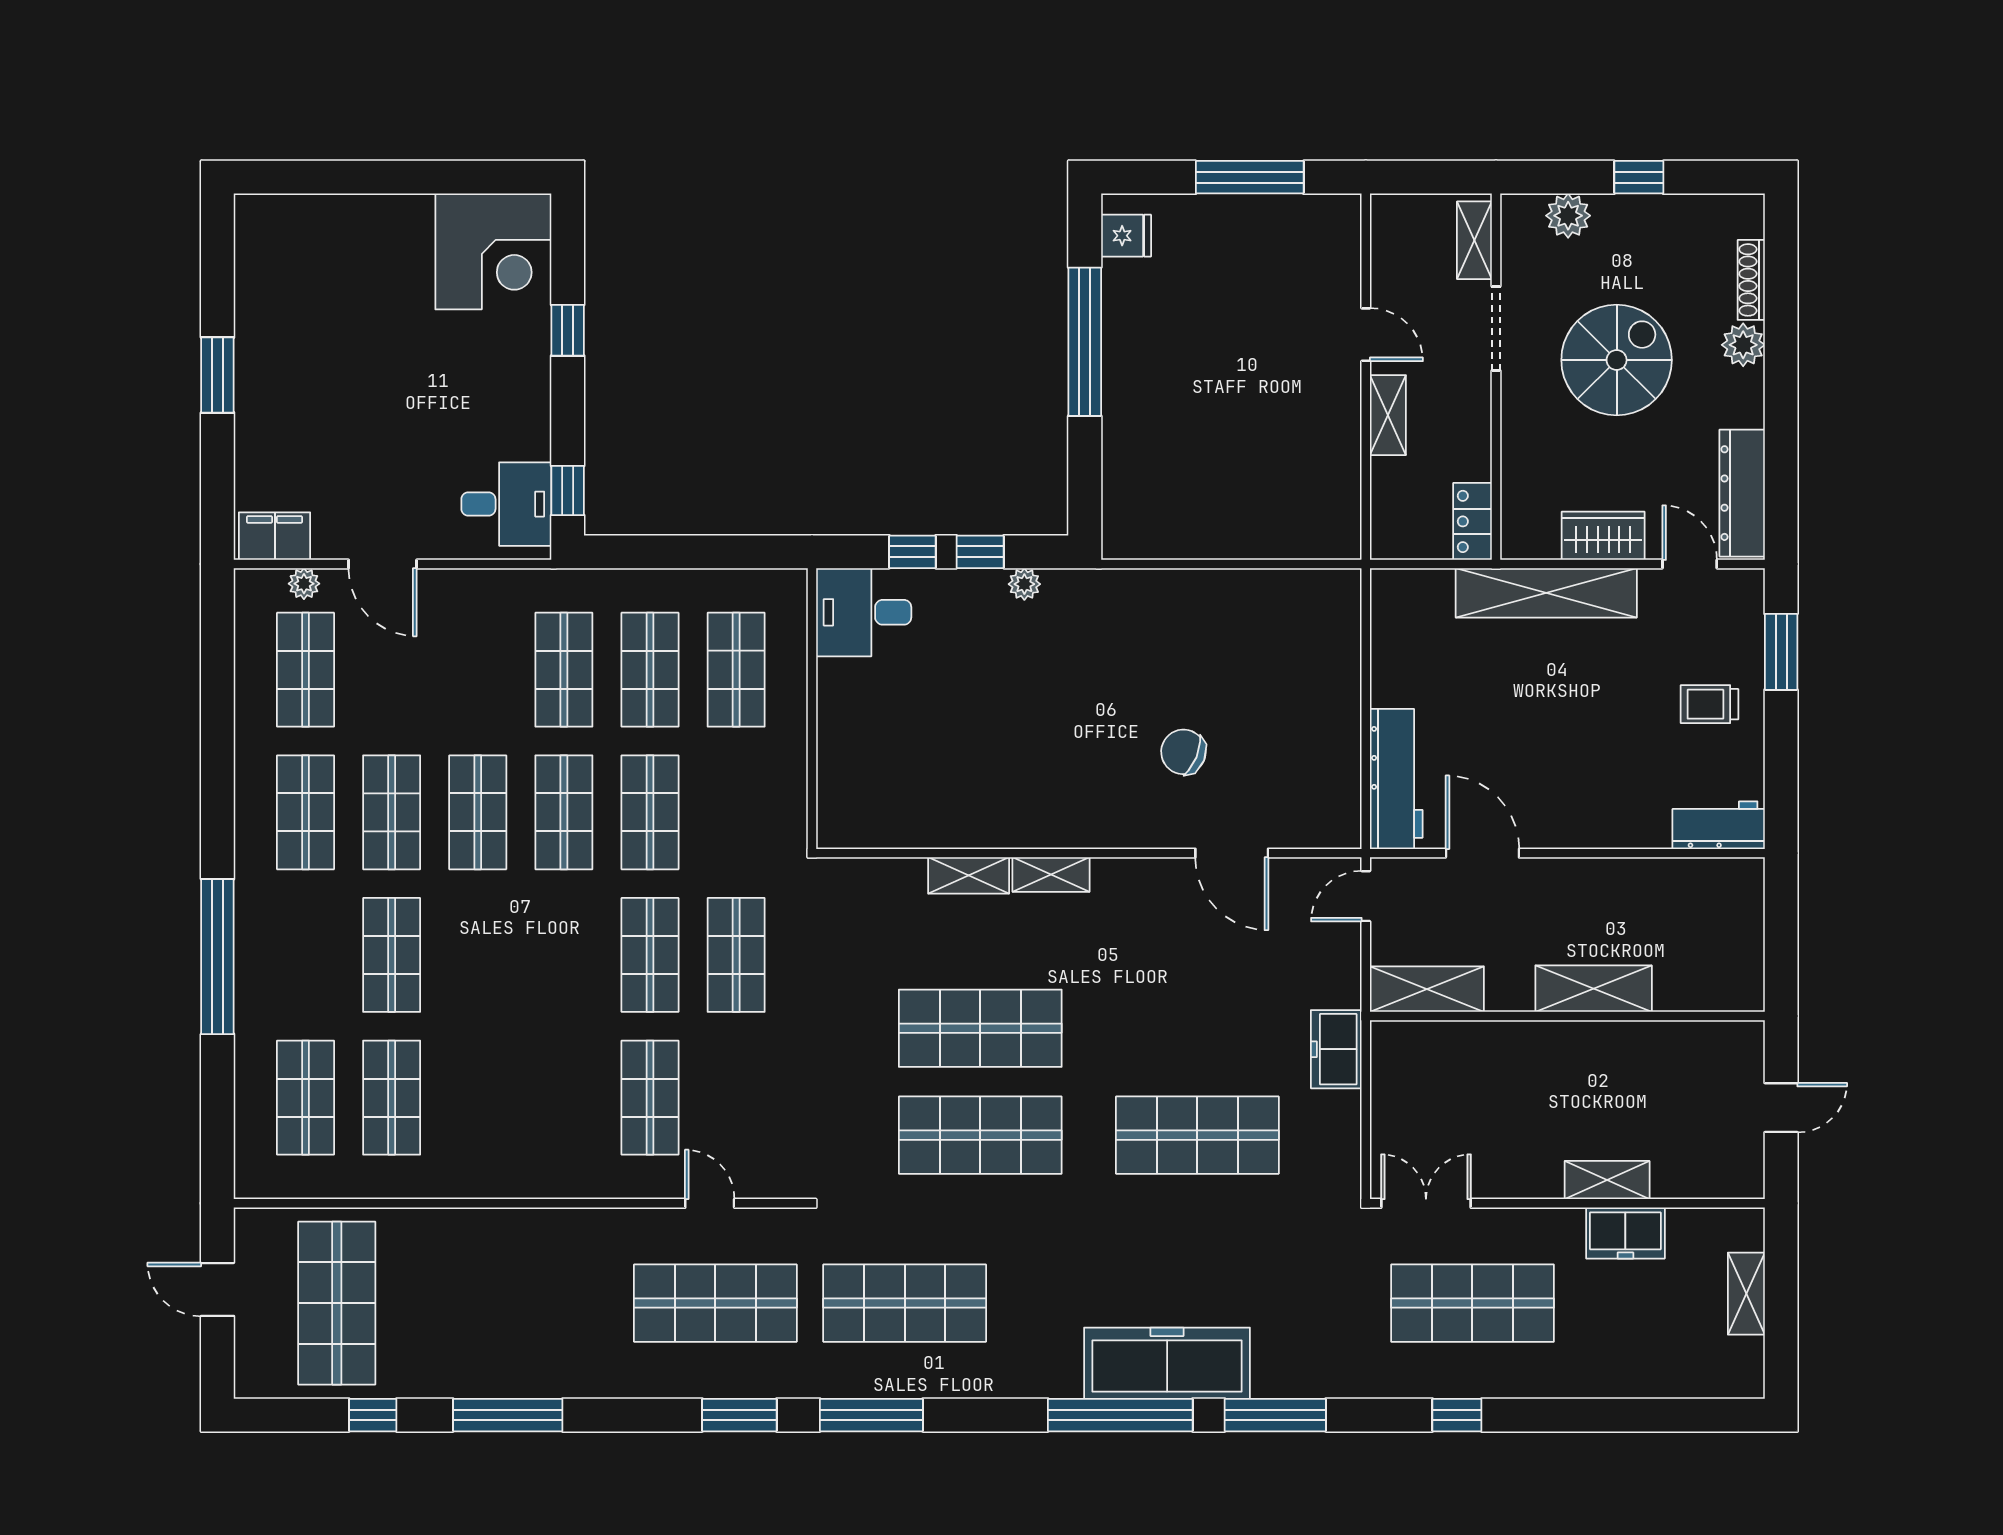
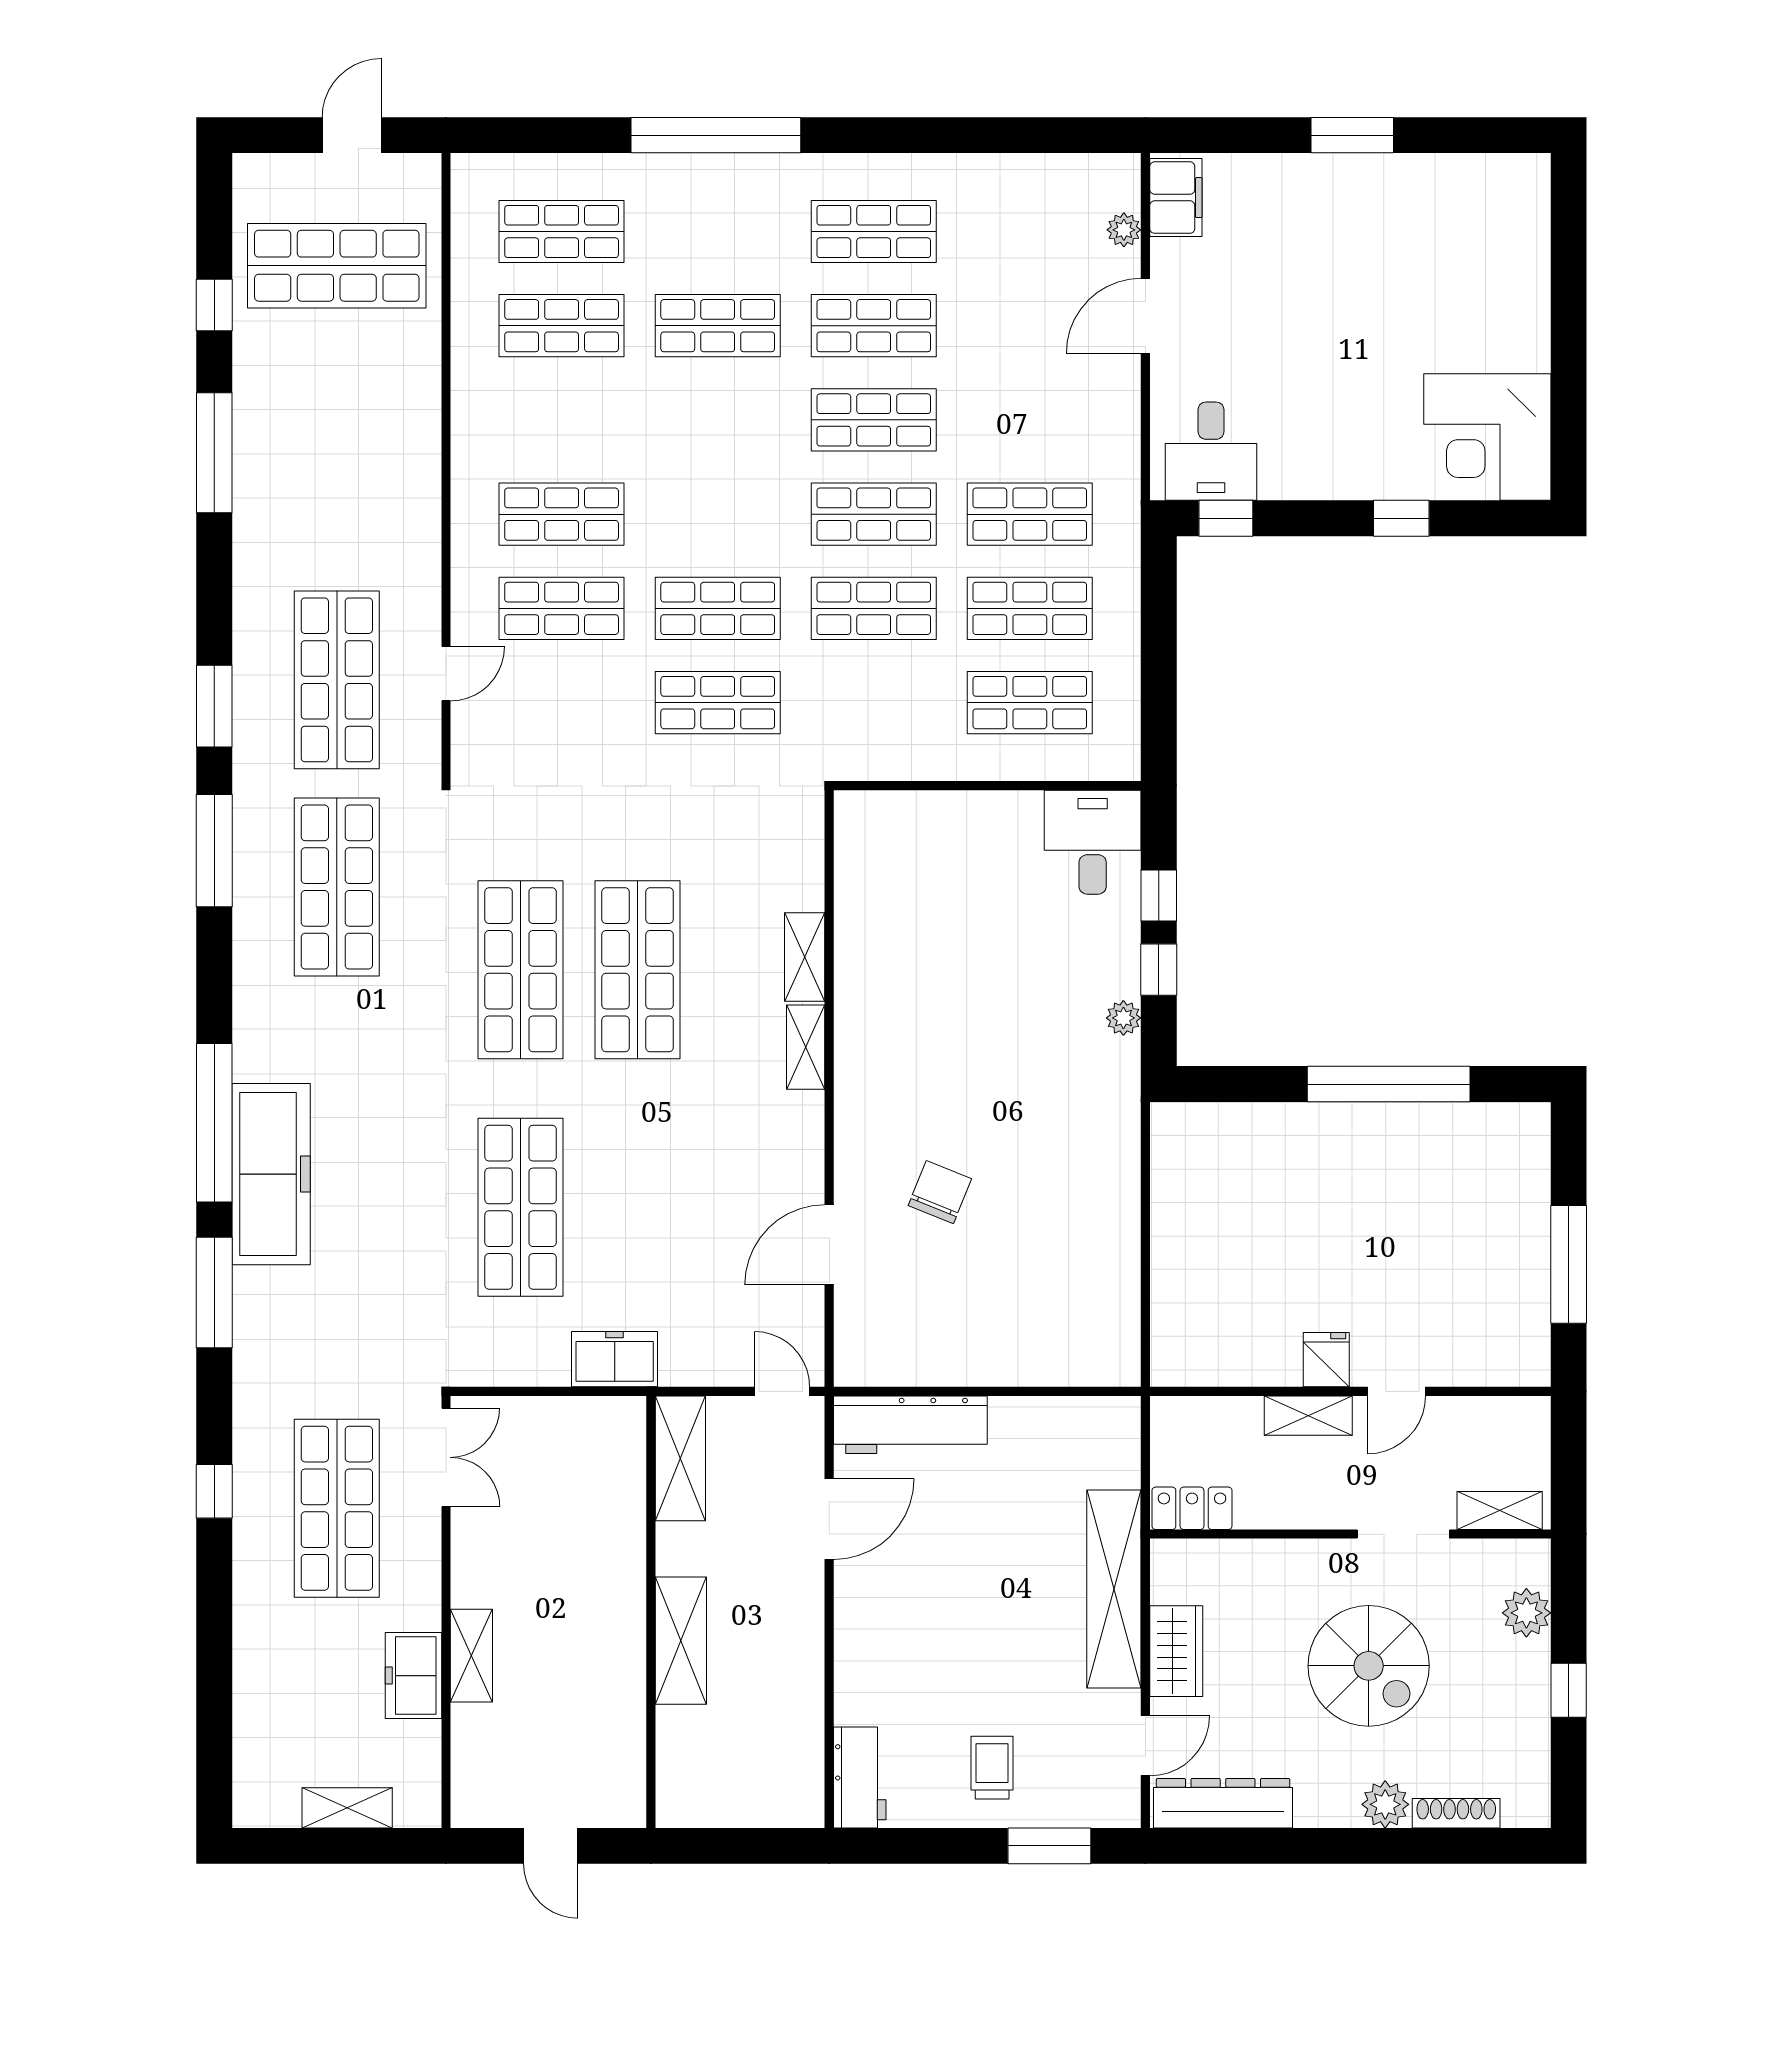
fridge: (1126, 236) -> (1326, 1360), moved, turned 180
shop shelf: (306, 670) -> (562, 514), moved

